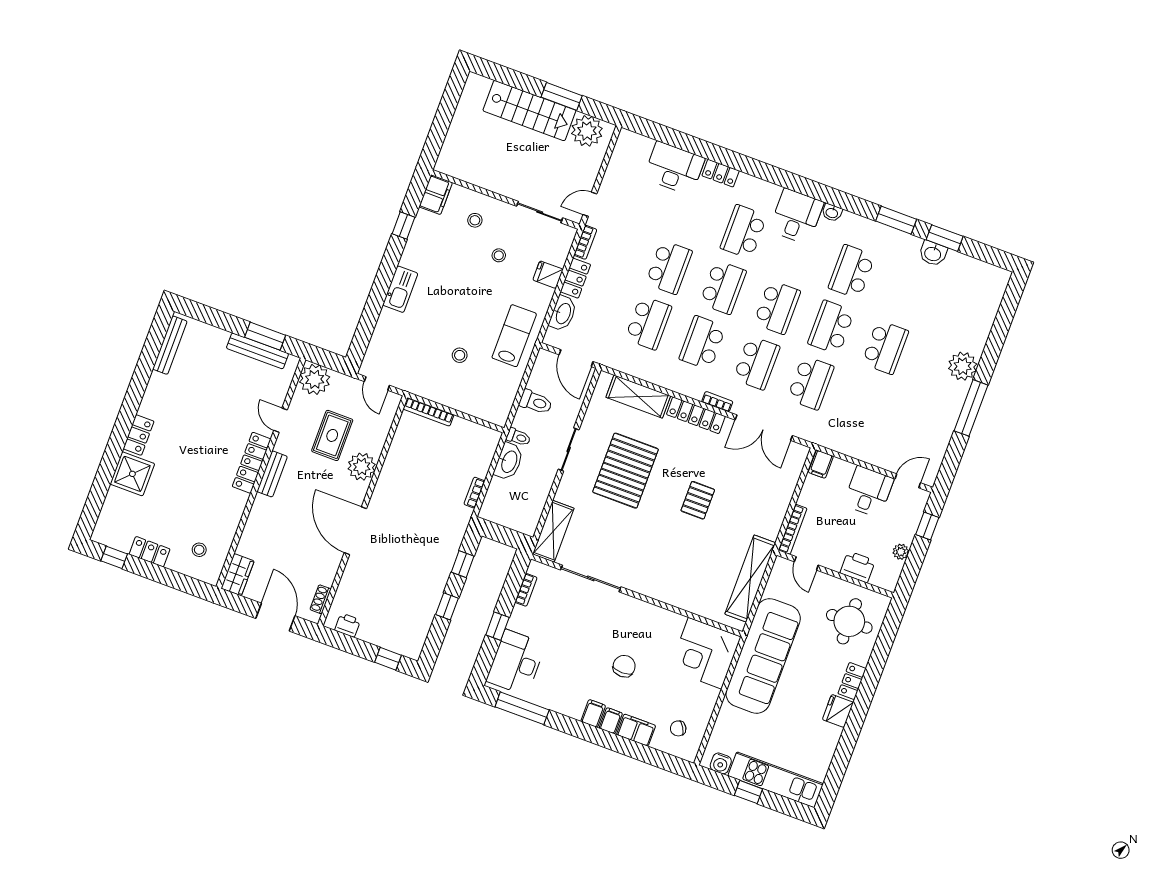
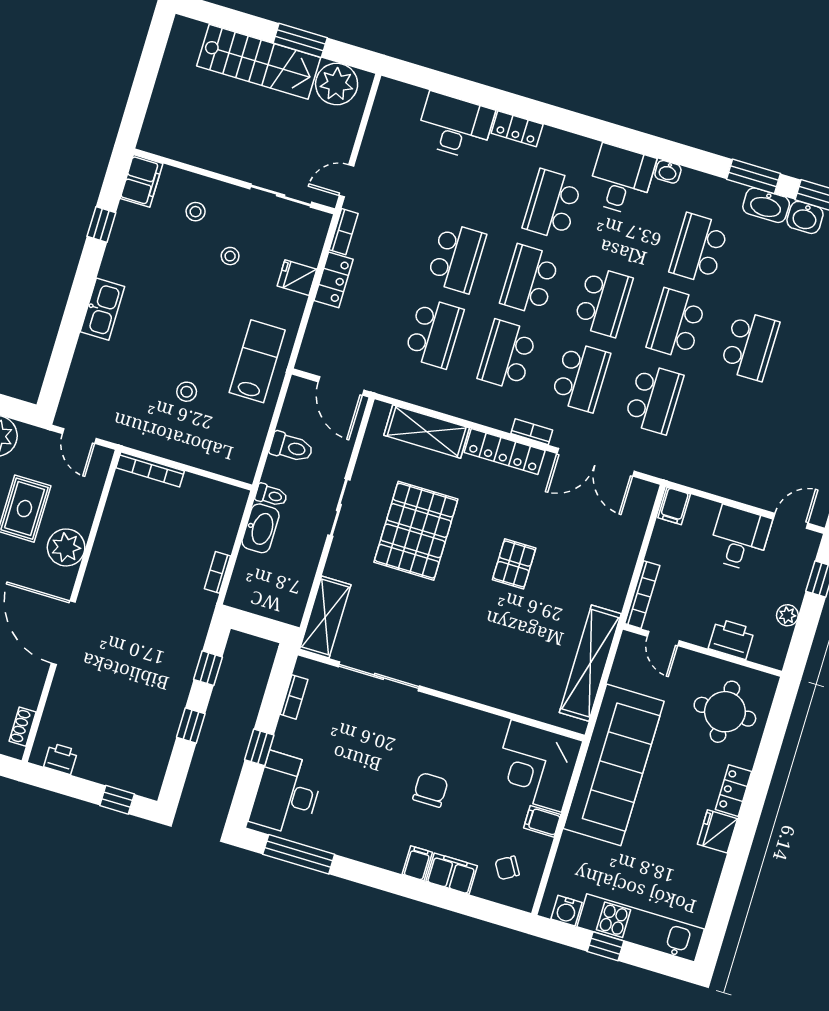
school desk: (723, 287) -> (530, 280), turned 180
washbasin: (563, 313) -> (766, 205), moved, turned 90
filing cabinet: (593, 713) -> (542, 821), moved, turned -90

